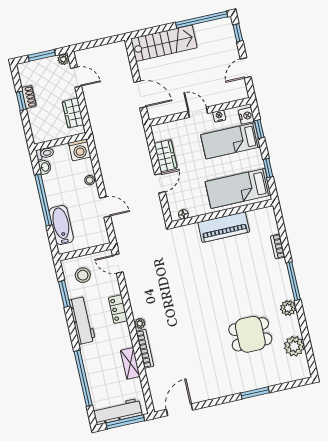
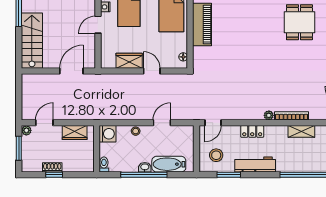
washbasin: (45, 167) -> (145, 167), moved

